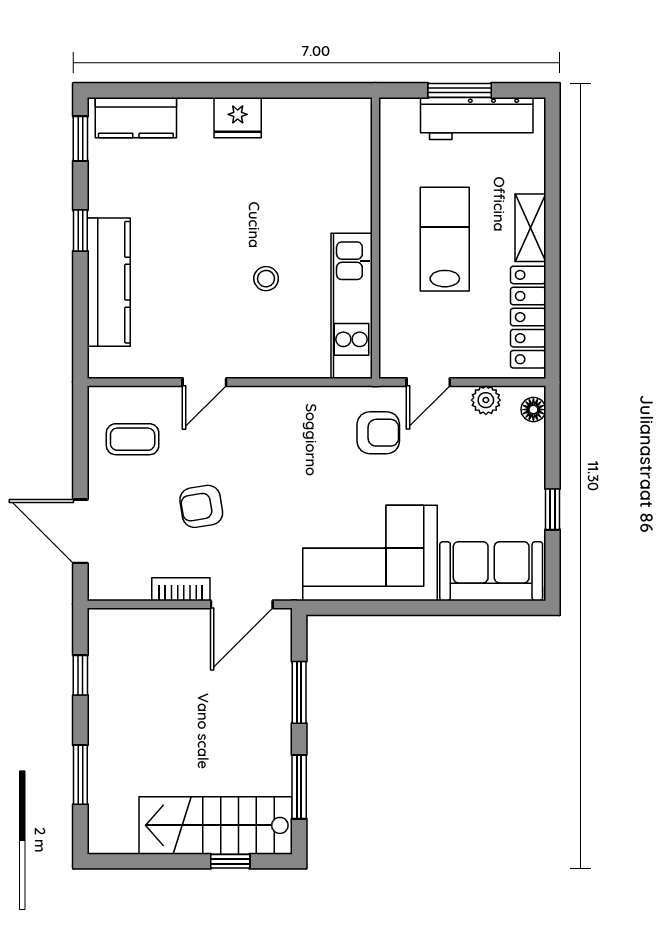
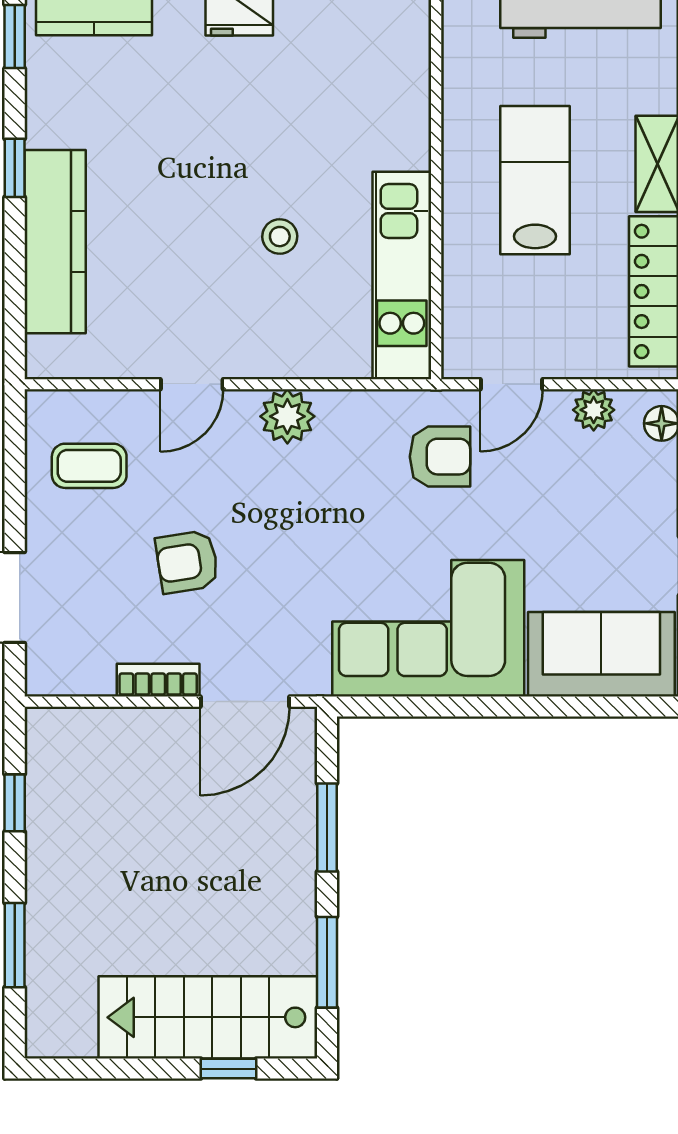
plant: (271, 405) -> (287, 416), added

